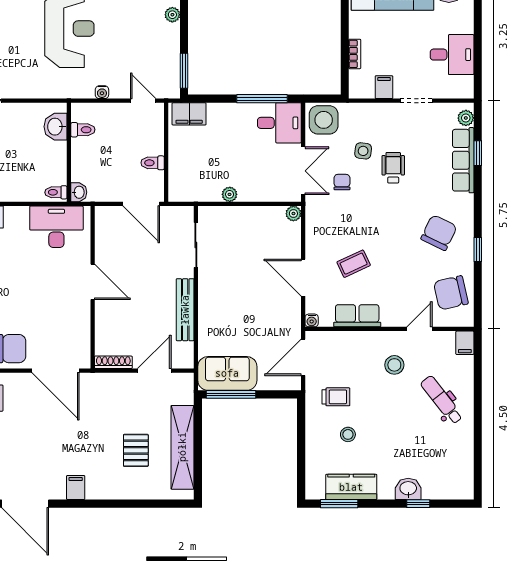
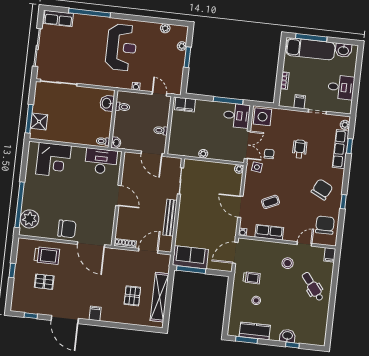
window: (184, 71) -> (187, 57), moved
side table: (363, 151) -> (257, 167), moved
chair: (451, 293) -> (325, 225), turned 103

